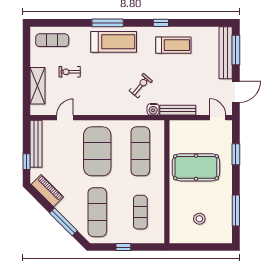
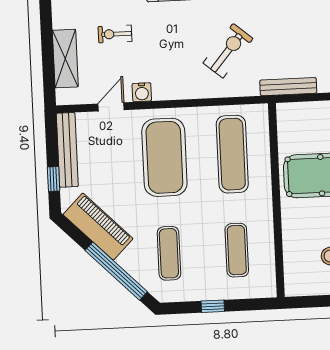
exercise bike: (141, 86) -> (228, 51), width x1.38, depth x1.39
water cooler: (153, 109) -> (142, 92), moved
piano: (47, 191) -> (98, 227), width x1.37, depth x1.33
exercise mat: (97, 212) -> (169, 253), width x0.73, depth x0.69
window: (63, 222) -> (116, 271), width x1.46

